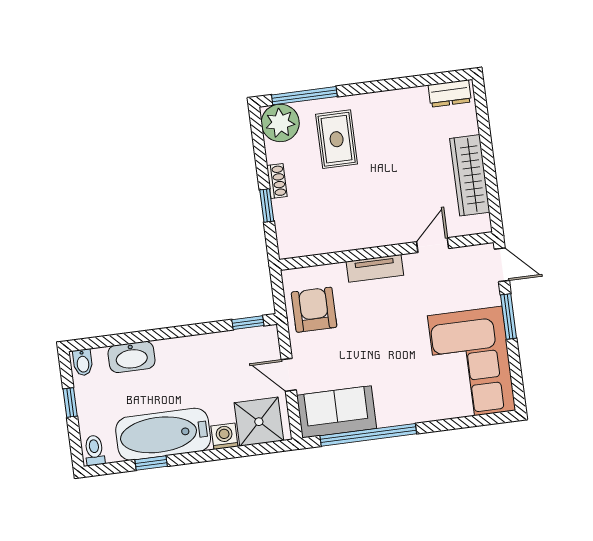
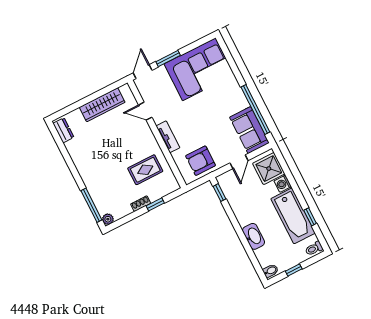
plant: (280, 123) -> (108, 219), width x0.53, depth x0.53
rug: (337, 139) -> (145, 170), moved
washbasin: (131, 357) -> (254, 236), moved

